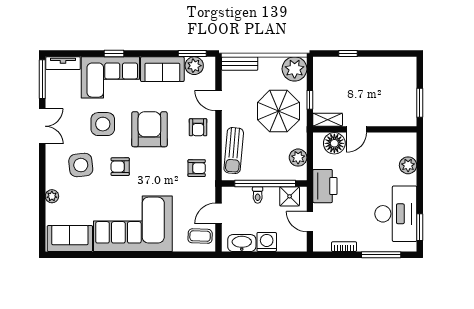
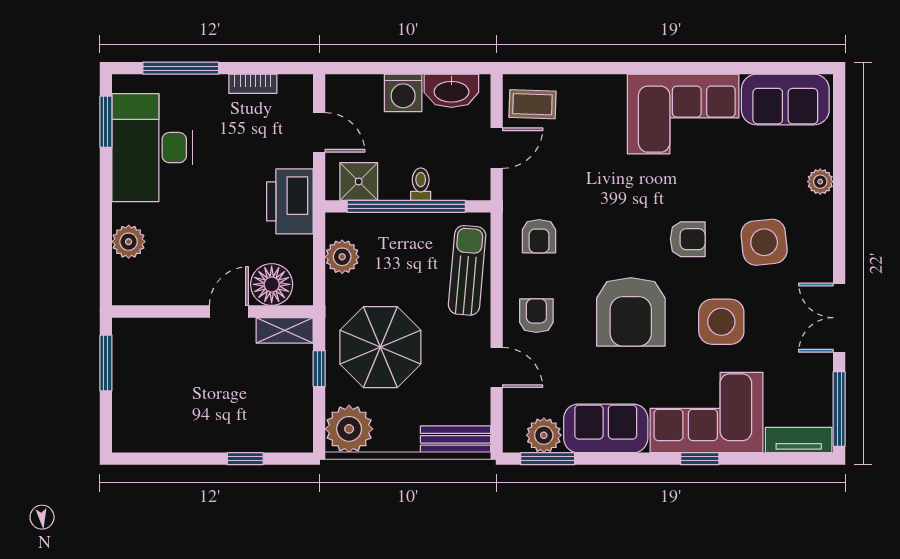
armchair: (197, 168) -> (539, 236), turned -90
corner sofa: (133, 224) -> (683, 114), width x0.73, depth x0.74

